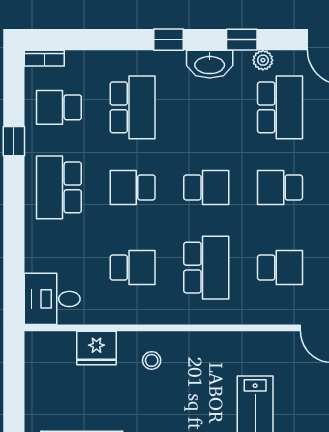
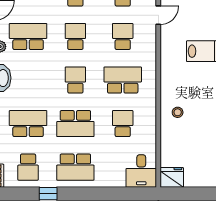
school desk: (133, 187) -> (75, 124), width x1.85
school desk: (280, 187) -> (75, 36), turned 180
fridge: (96, 348) -> (172, 177), moved, turned -90

